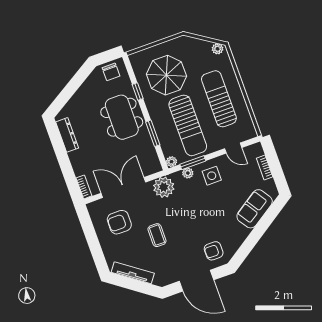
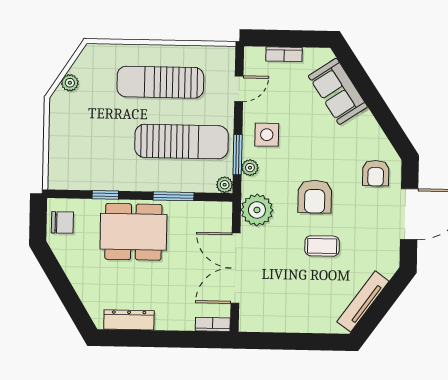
plant: (218, 49) -> (70, 83), moved
parasol: (166, 75) -> (97, 145), removed
armchair: (119, 222) -> (315, 197), moved

